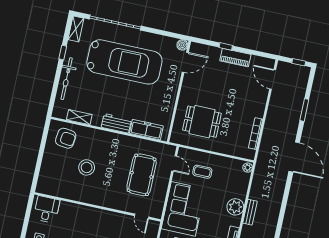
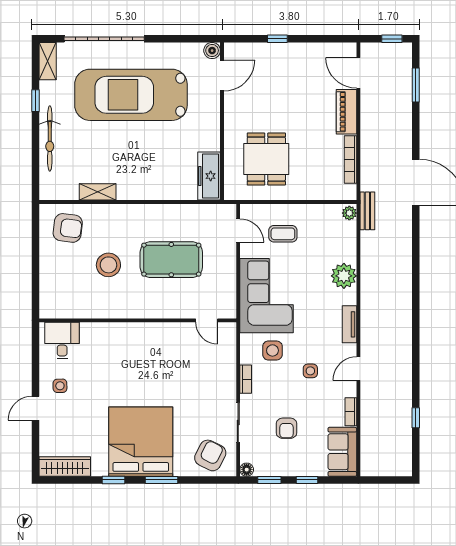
piano: (235, 58) -> (346, 112), moved, turned 90
car: (124, 62) -> (131, 95), turned 180
window: (304, 110) -> (416, 85), moved
shelving: (79, 117) -> (98, 192), moved
dining table: (202, 122) -> (266, 159), turned 90
workbench: (116, 123) -> (139, 189), removed
freezer: (146, 130) -> (209, 176), moved, turned -90
pool table: (142, 175) -> (171, 260), moved, turned 90
bench: (250, 212) -> (367, 211), moved

